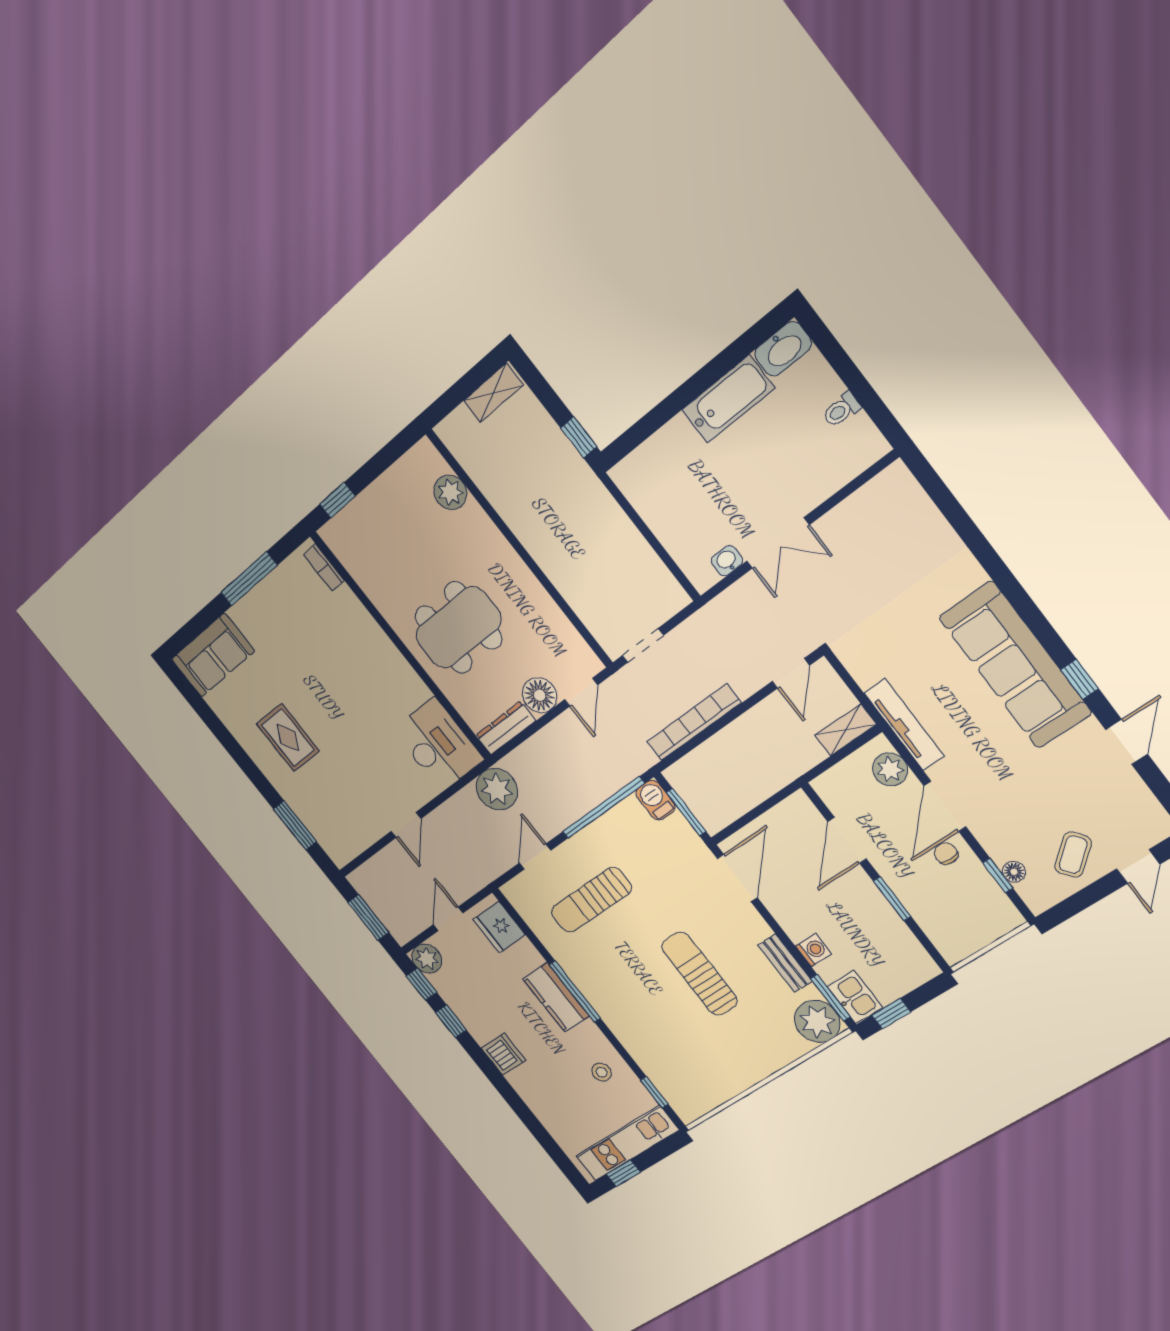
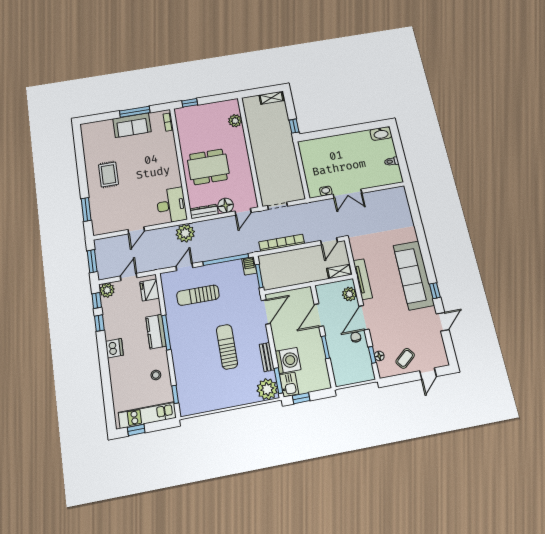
bathtub: (728, 399) -> (354, 140), removed
sofa: (213, 655) -> (132, 125), moved
washing machine: (814, 950) -> (288, 360), width x1.89, depth x1.89

